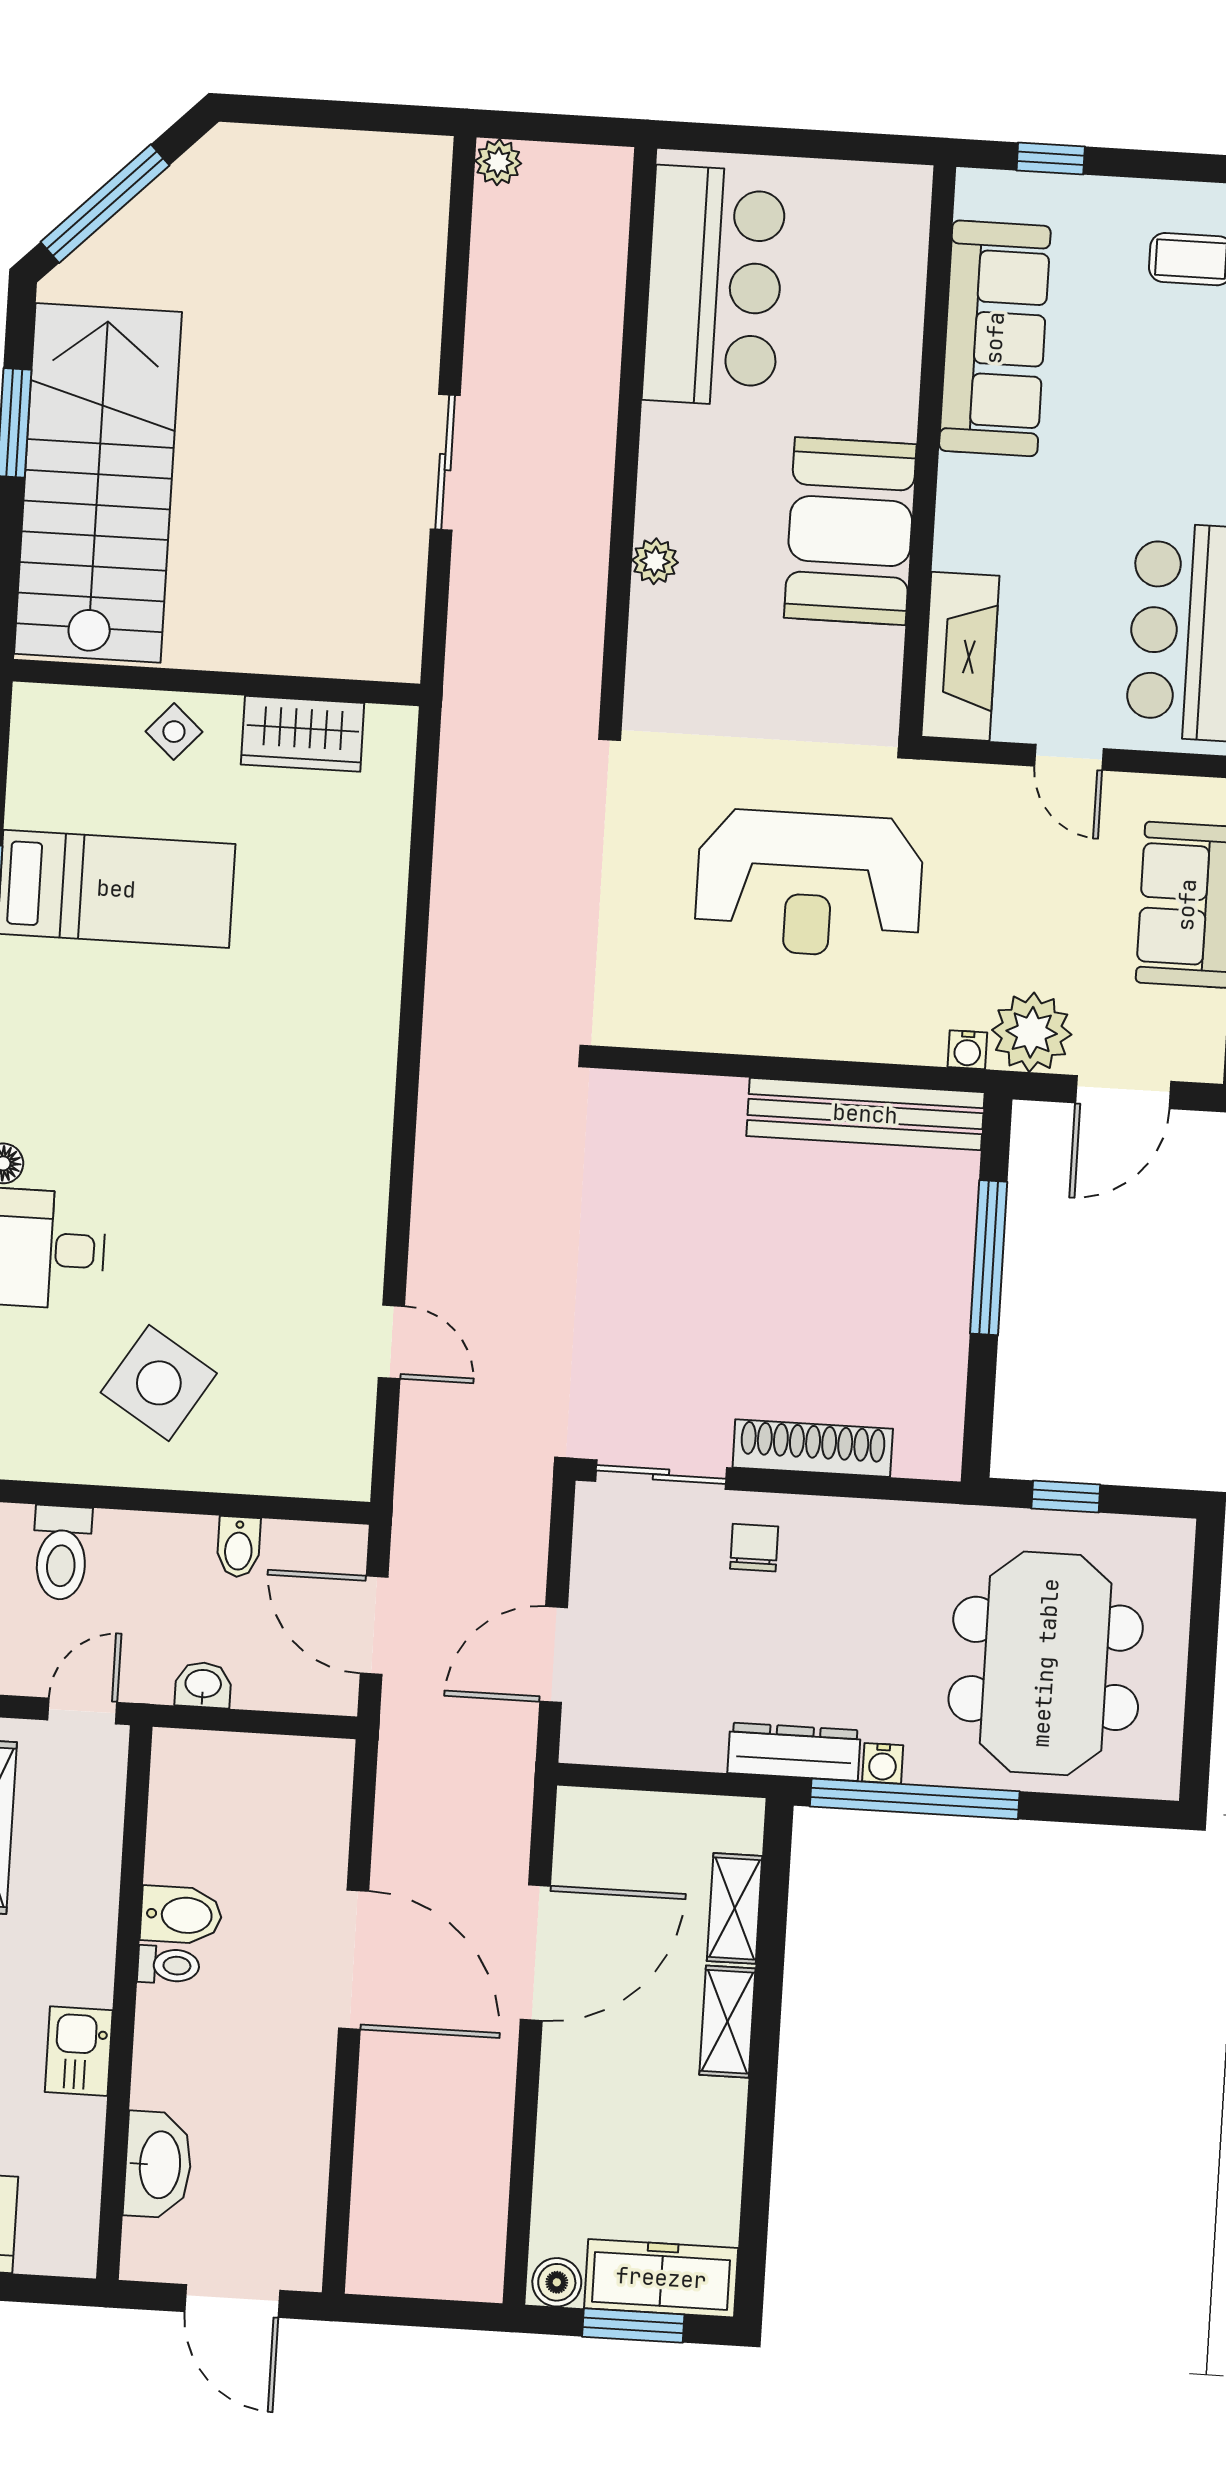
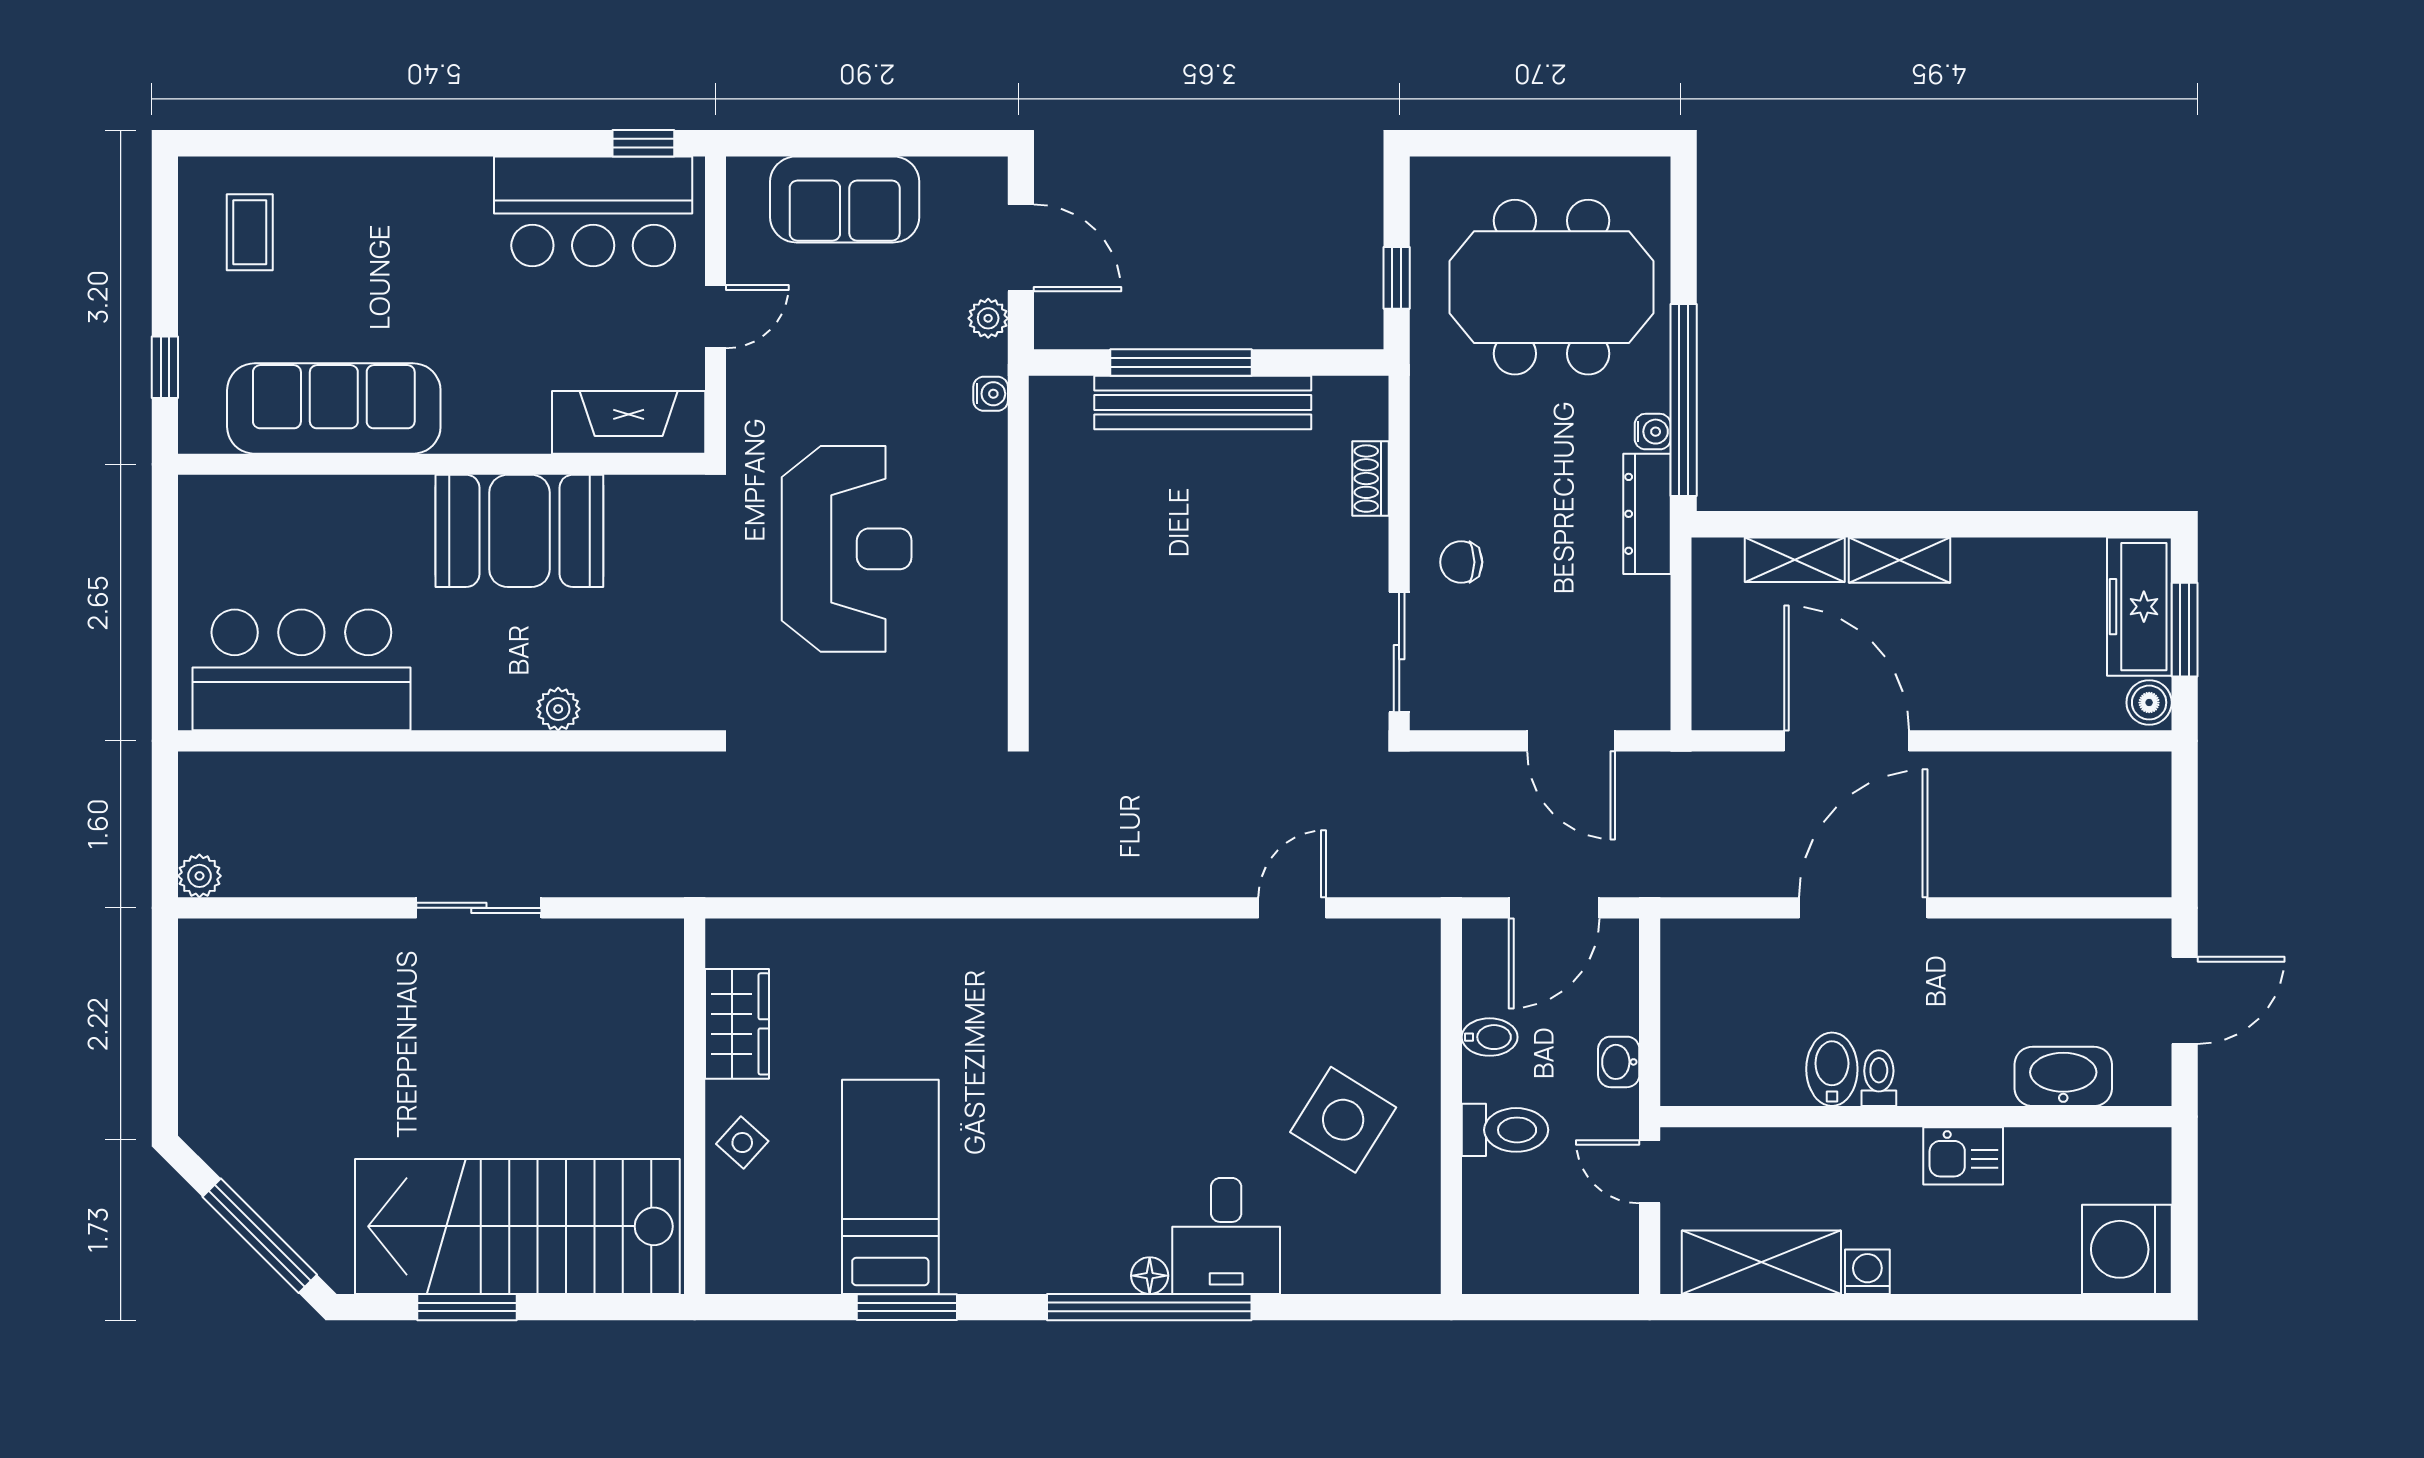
plant: (1032, 1032) -> (988, 318), width x0.53, depth x0.53
bench: (865, 1114) -> (1203, 403), moved, turned 90
shoe rack: (813, 1448) -> (1371, 479), width x0.51, depth x0.81
toilet: (62, 1553) -> (1505, 1130), moved

